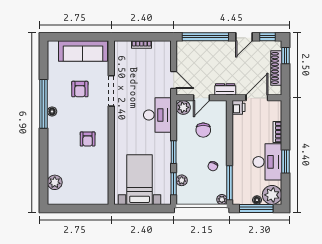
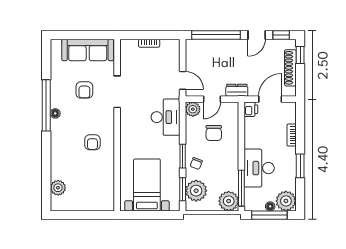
desk: (267, 162) -> (259, 168), moved, turned 180
chair: (213, 166) -> (196, 163), moved
plant: (182, 180) -> (196, 191), width x1.88, depth x1.88
plant: (222, 199) -> (229, 201), width x1.88, depth x1.88

